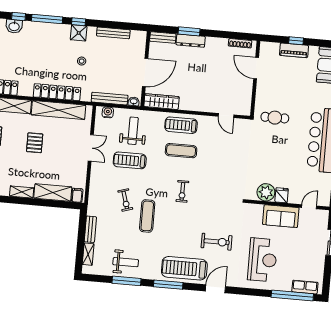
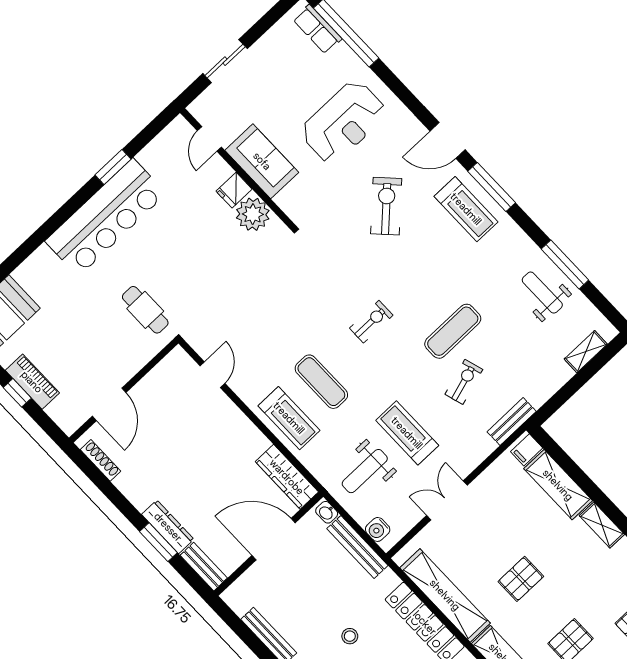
treadmill: (130, 160) -> (407, 433), turned 180
door: (309, 207) -> (209, 139), hinge flipped
bench: (90, 229) -> (512, 422), moved
exercise bike: (217, 242) -> (386, 206), turned 46
reception desk: (262, 260) -> (344, 122), turned 180
treadmill: (184, 268) -> (466, 209), width x0.73, depth x0.73
window: (168, 285) -> (492, 187), moved

